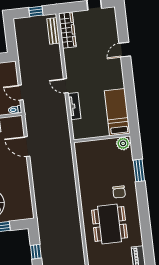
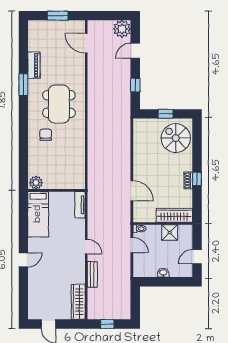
bench: (53, 31) -> (92, 274), moved
door: (125, 50) -> (23, 260), moved
tv unit: (74, 106) -> (80, 205), moved
window: (139, 170) -> (23, 85), moved

